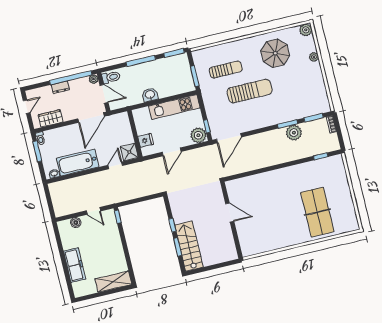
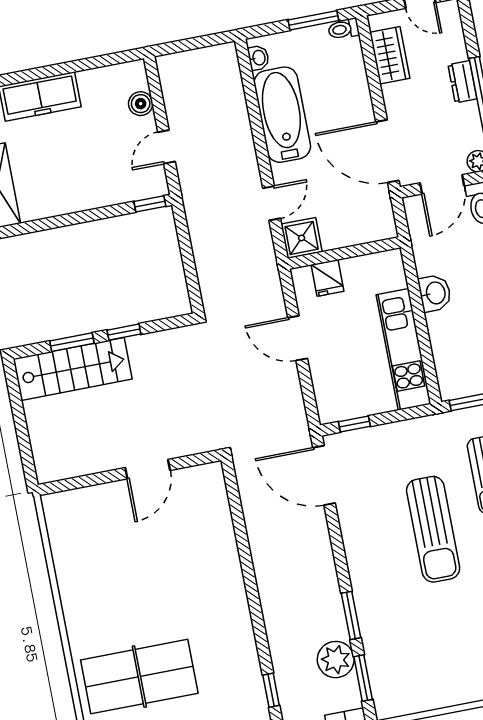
plant: (294, 133) -> (336, 660), moved
plant: (198, 135) -> (334, 403), removed
door: (115, 165) -> (272, 203), hinge flipped

